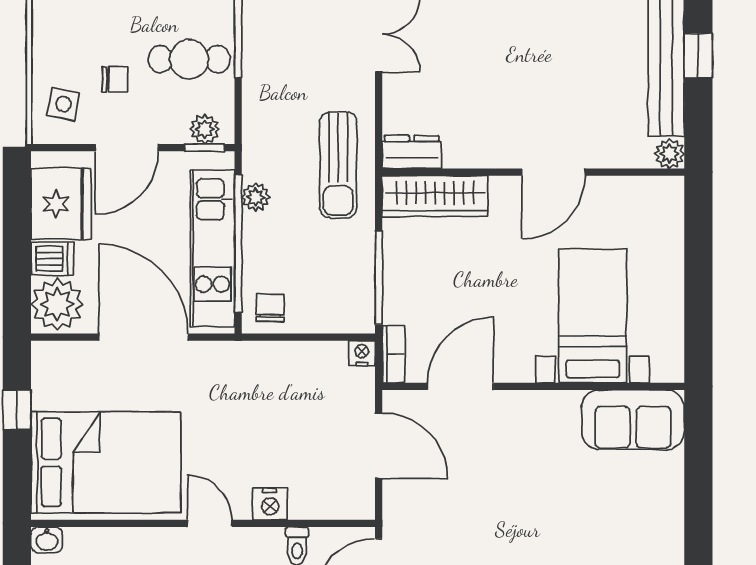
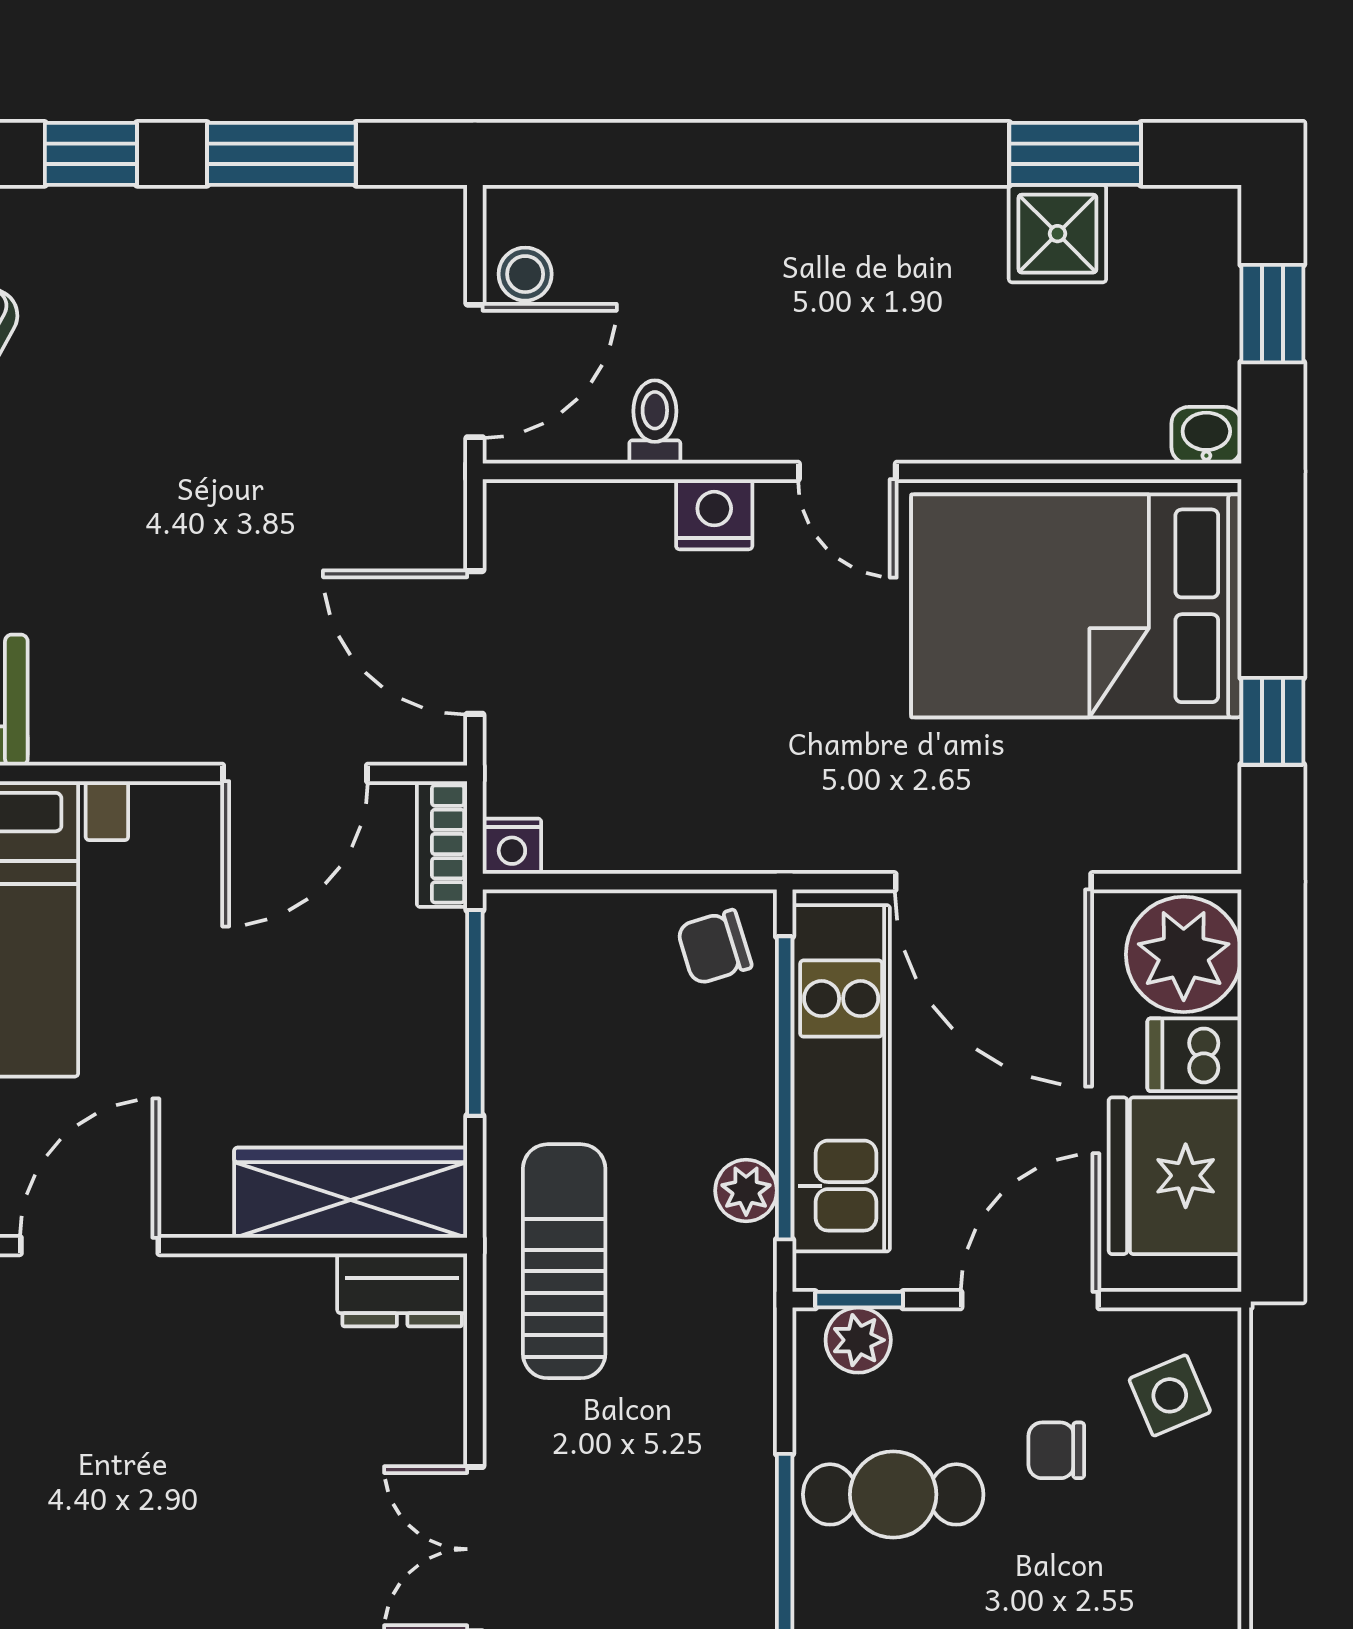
side table: (63, 104) -> (1170, 1395), turned -33
chair: (270, 308) -> (714, 947), turned 73

